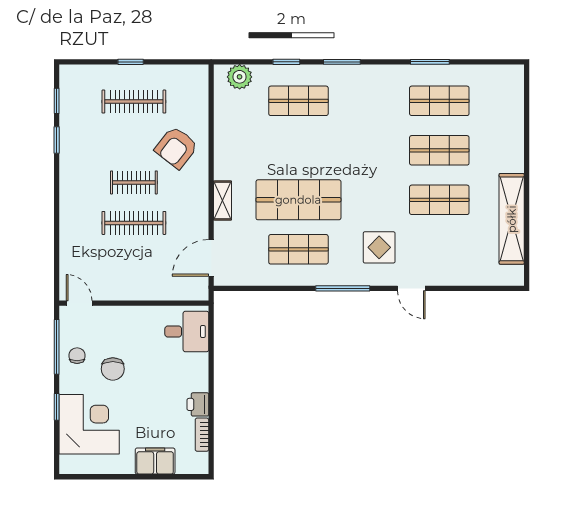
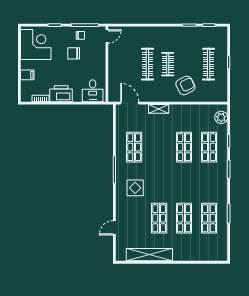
armchair: (176, 148) -> (185, 86), turned 115
shop shelf: (298, 200) -> (184, 147), moved, width x0.70, depth x0.74
door: (411, 288) -> (114, 228), moved
printer: (198, 404) -> (61, 94), width x1.87, depth x1.48
corner desk: (89, 424) -> (36, 45), moved, turned -90
filing cabinet: (155, 461) -> (27, 75), width x0.50

